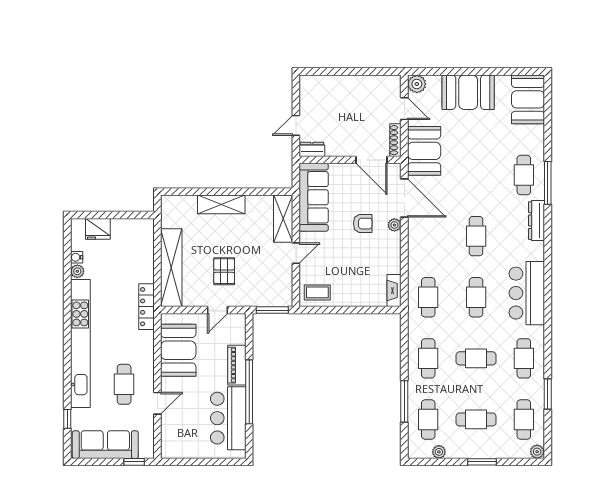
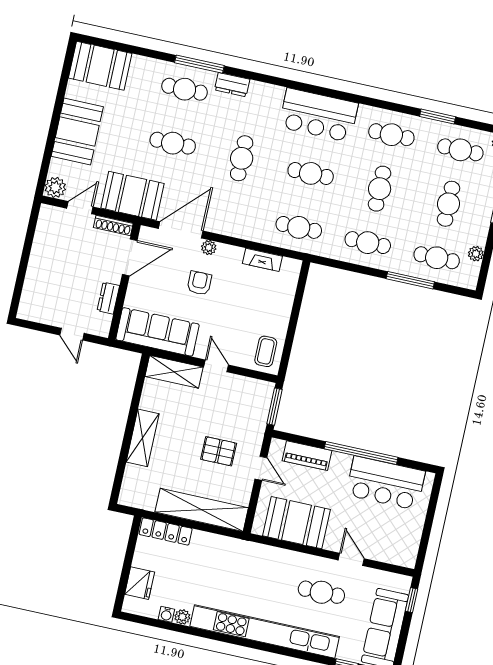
dresser: (312, 149) -> (108, 298), moved
cafe table: (476, 175) -> (173, 143), added
dresser: (537, 221) -> (232, 85), width x0.70
cafe table: (476, 236) -> (242, 158), turned 90
fireplace: (394, 291) -> (262, 260), moved
locker: (146, 307) -> (166, 531), moved
piano: (237, 365) -> (307, 456), moved

